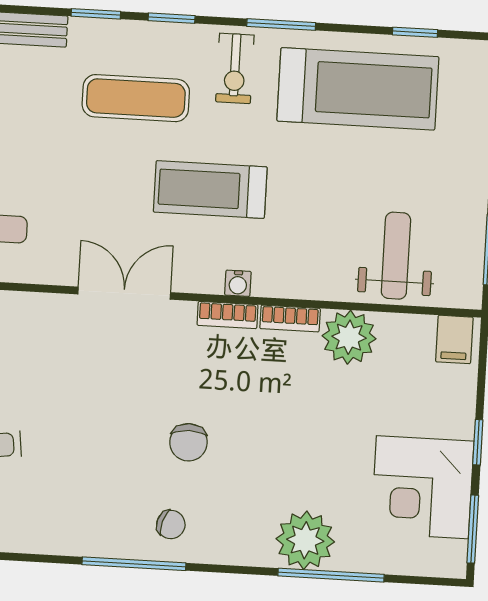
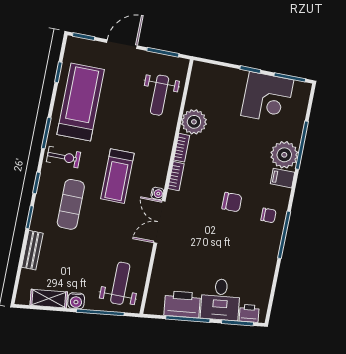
weight bench: (396, 256) -> (160, 95), turned -90
water cooler: (238, 283) -> (157, 193), moved
filing cabinet: (454, 339) -> (283, 178), moved, turned 180
chair: (171, 525) -> (268, 215), turned 73

